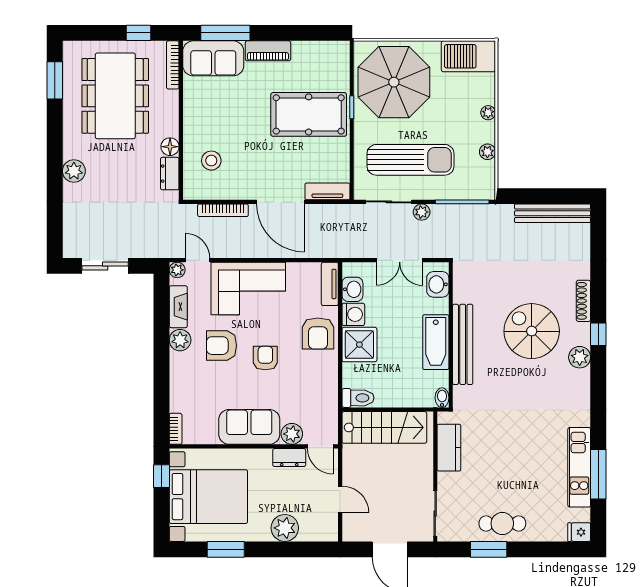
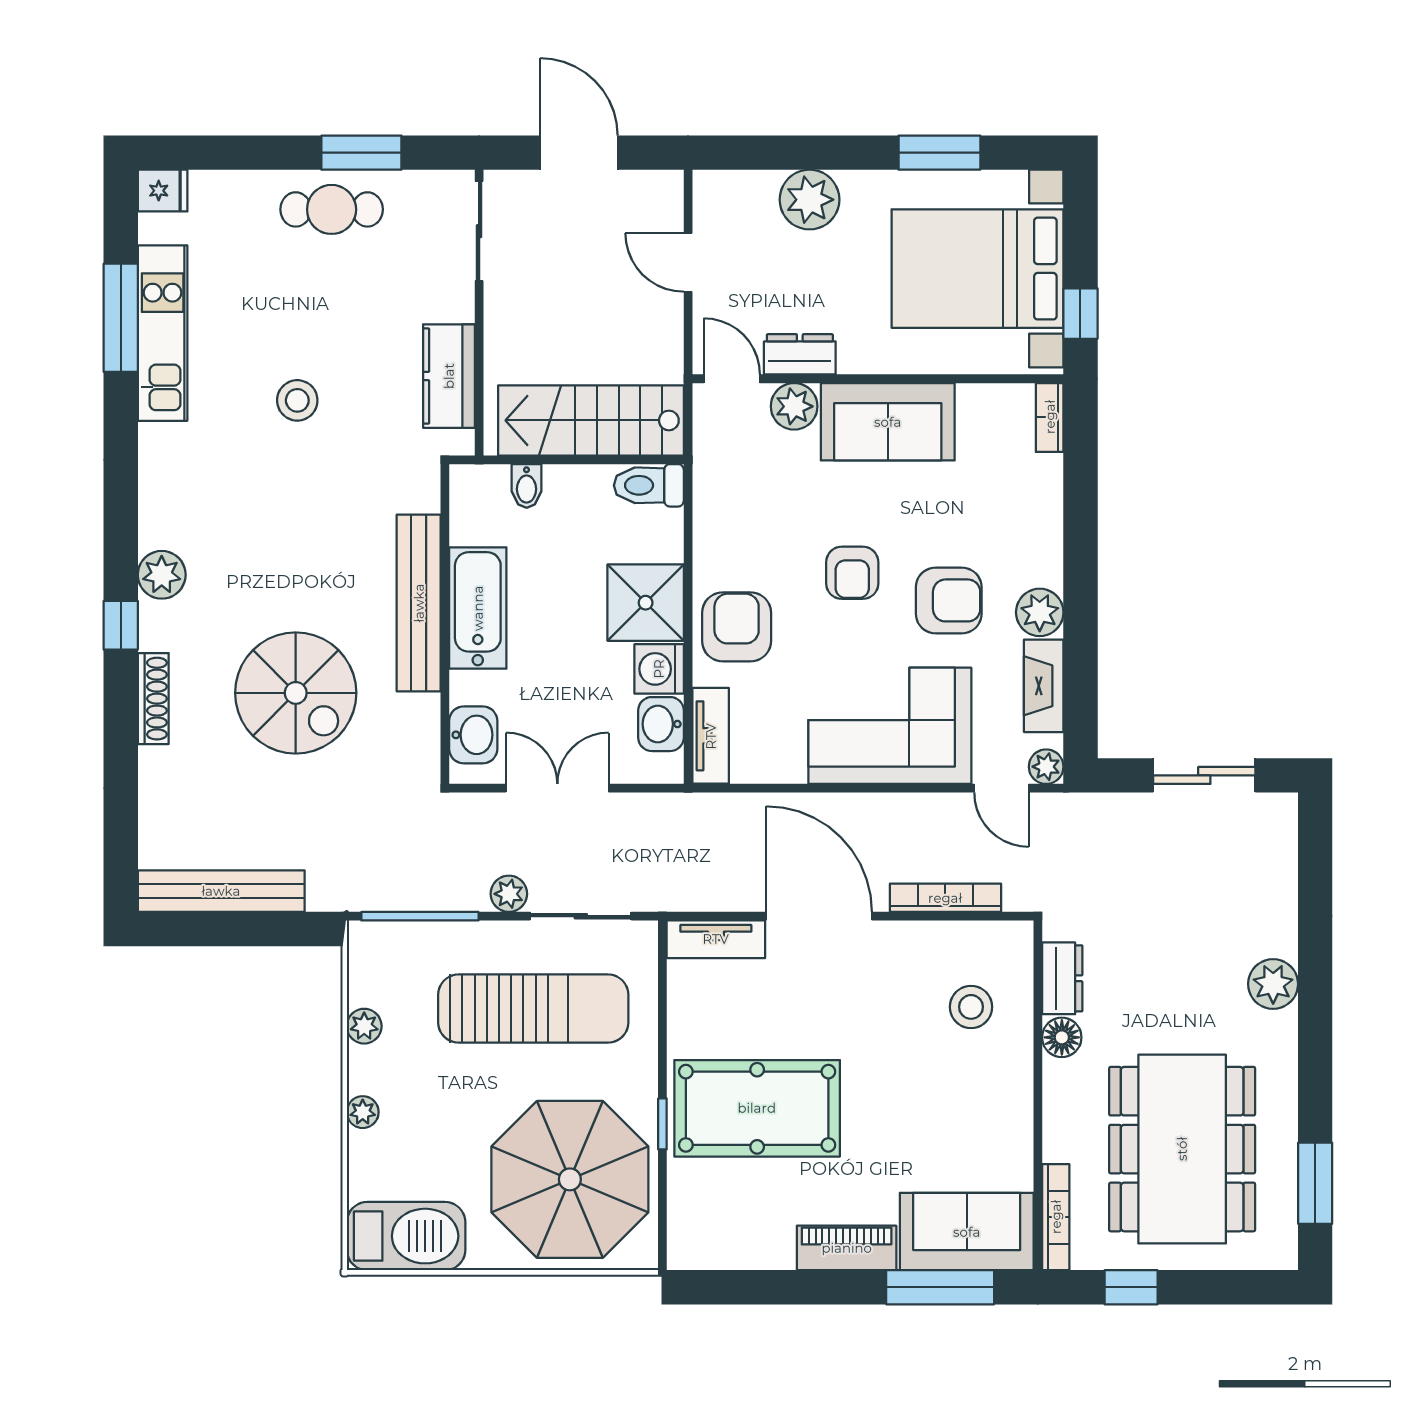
sun lounger: (411, 160) -> (533, 1009), turned 180
spiral stairs: (532, 331) -> (296, 693), moved
bidet: (442, 398) -> (527, 486), moved
stool: (518, 437) -> (297, 400), added

